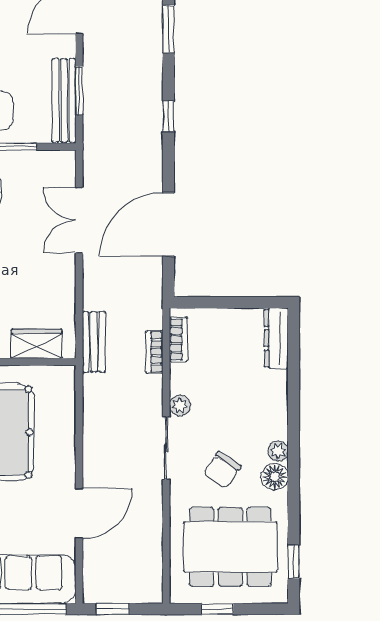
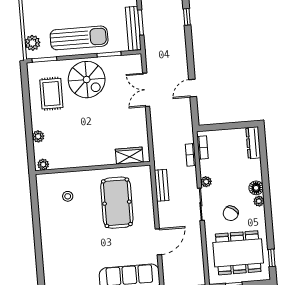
window: (168, 116) -> (187, 17), moved
door: (168, 224) -> (193, 88), width x0.53
bench: (94, 342) -> (162, 185), moved
floor lamp: (275, 477) -> (256, 188), moved

